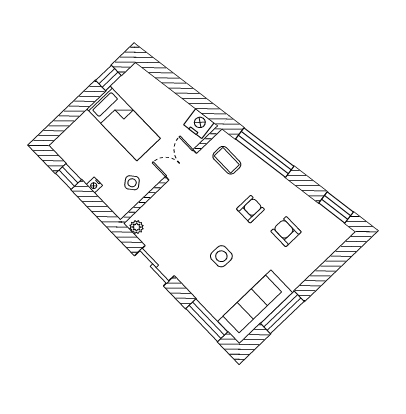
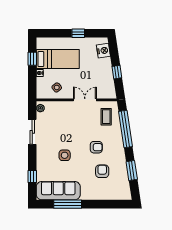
window: (108, 78) -> (78, 33), moved
window: (188, 93) -> (117, 72), added
bed: (123, 124) -> (58, 59), moved, turned -90
nightstand: (199, 124) -> (103, 51), moved
window: (336, 208) -> (132, 171), moved
window: (207, 320) -> (32, 177), width x0.46

